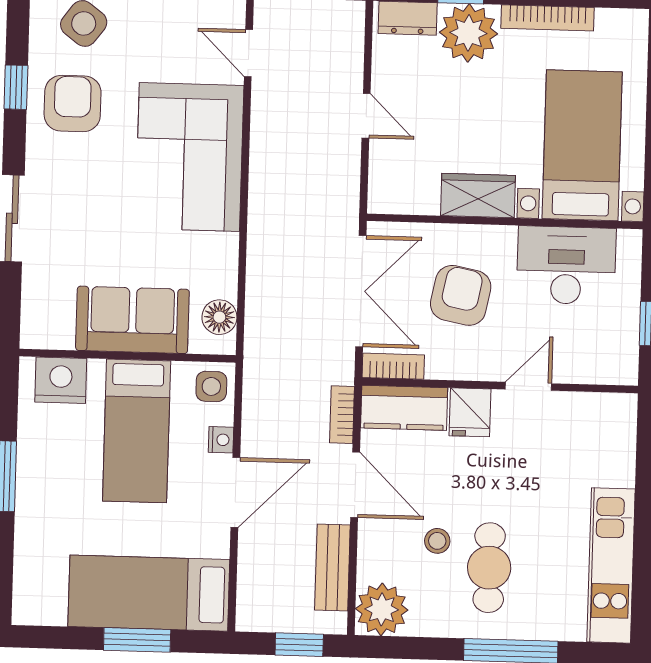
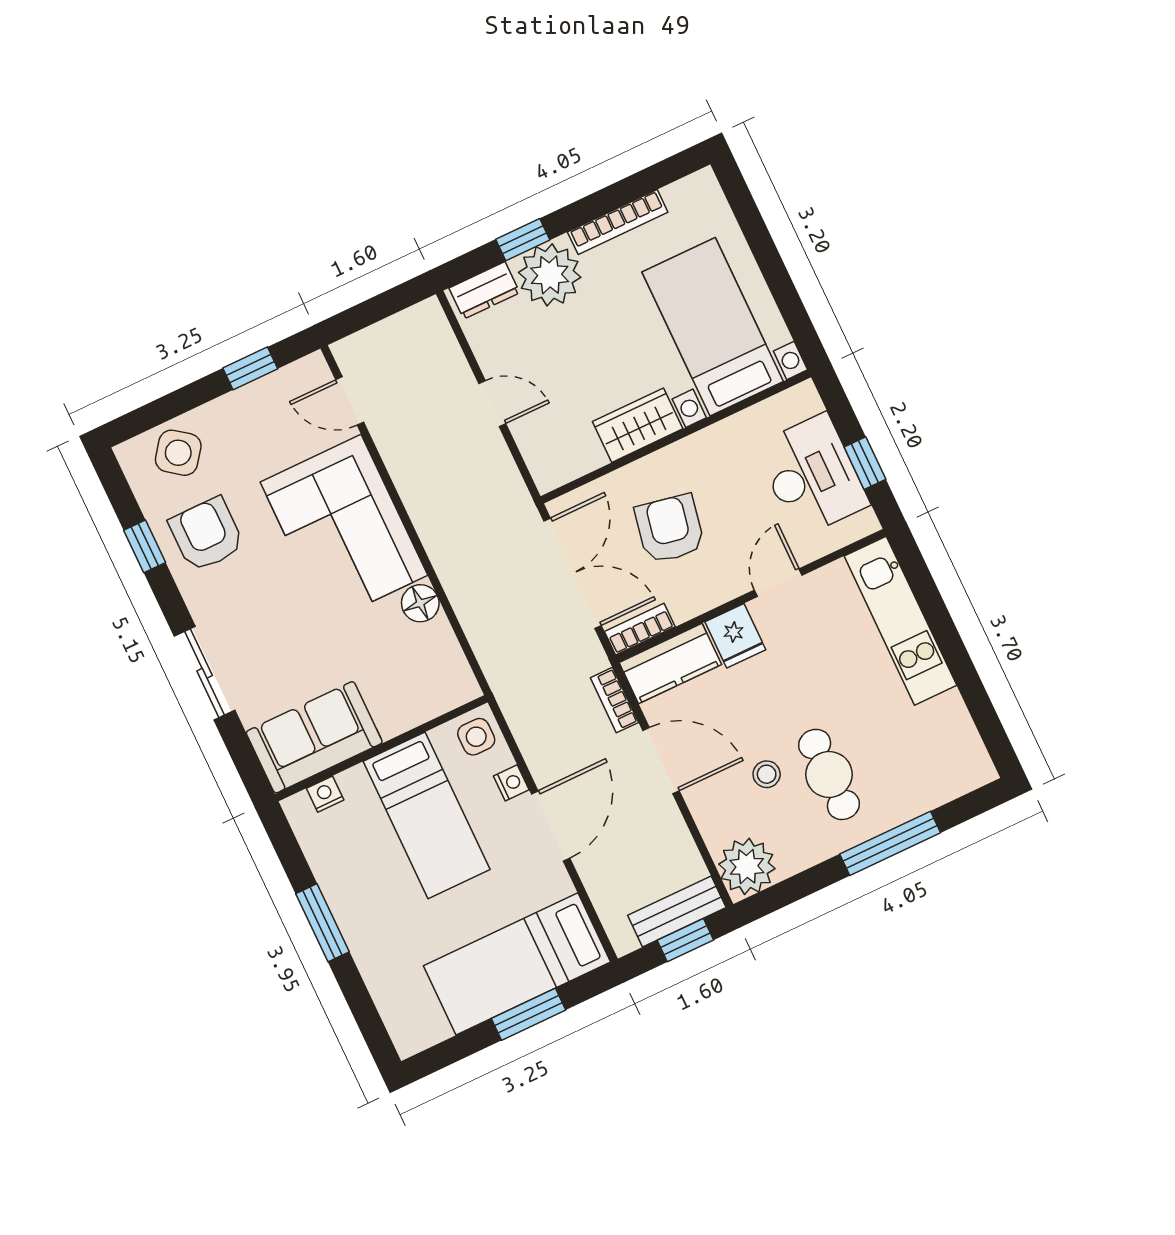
desk: (566, 265) -> (812, 475), moved, turned 90
floor lamp: (219, 317) -> (420, 603), moved
sofa: (132, 320) -> (314, 737), moved
nightstand: (61, 380) -> (325, 794), width x0.53, depth x0.56
kitchen unit: (611, 565) -> (900, 621), moved
bench: (332, 568) -> (677, 911), moved, turned 90

